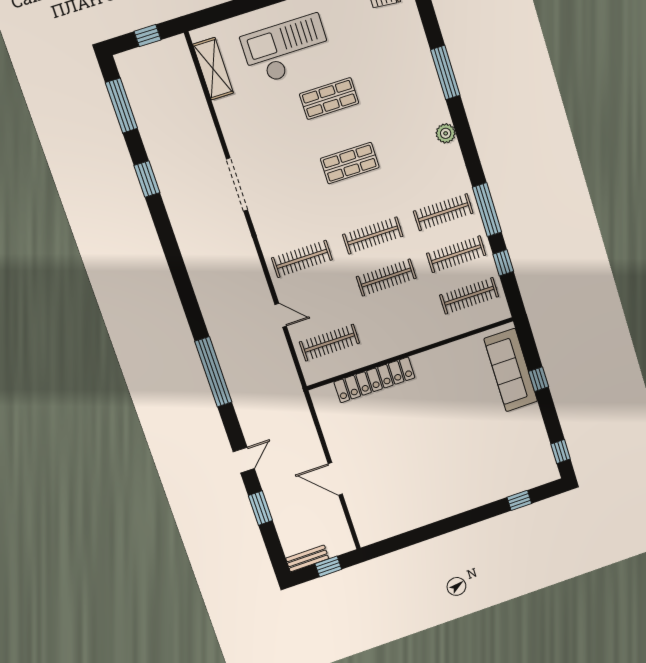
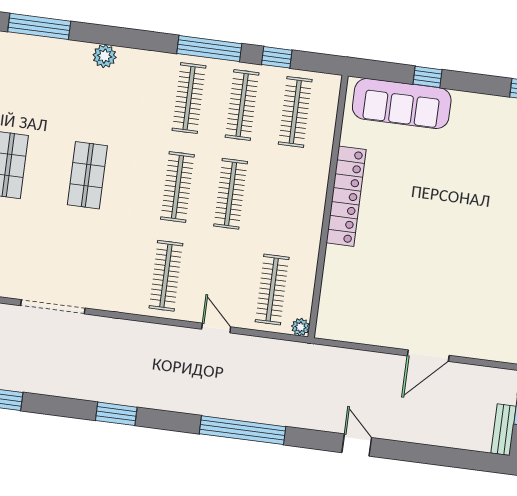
door: (281, 315) -> (216, 328), hinge flipped
plant: (312, 377) -> (300, 327), added
locker: (374, 380) -> (346, 196), moved
window: (260, 508) -> (116, 414), moved

